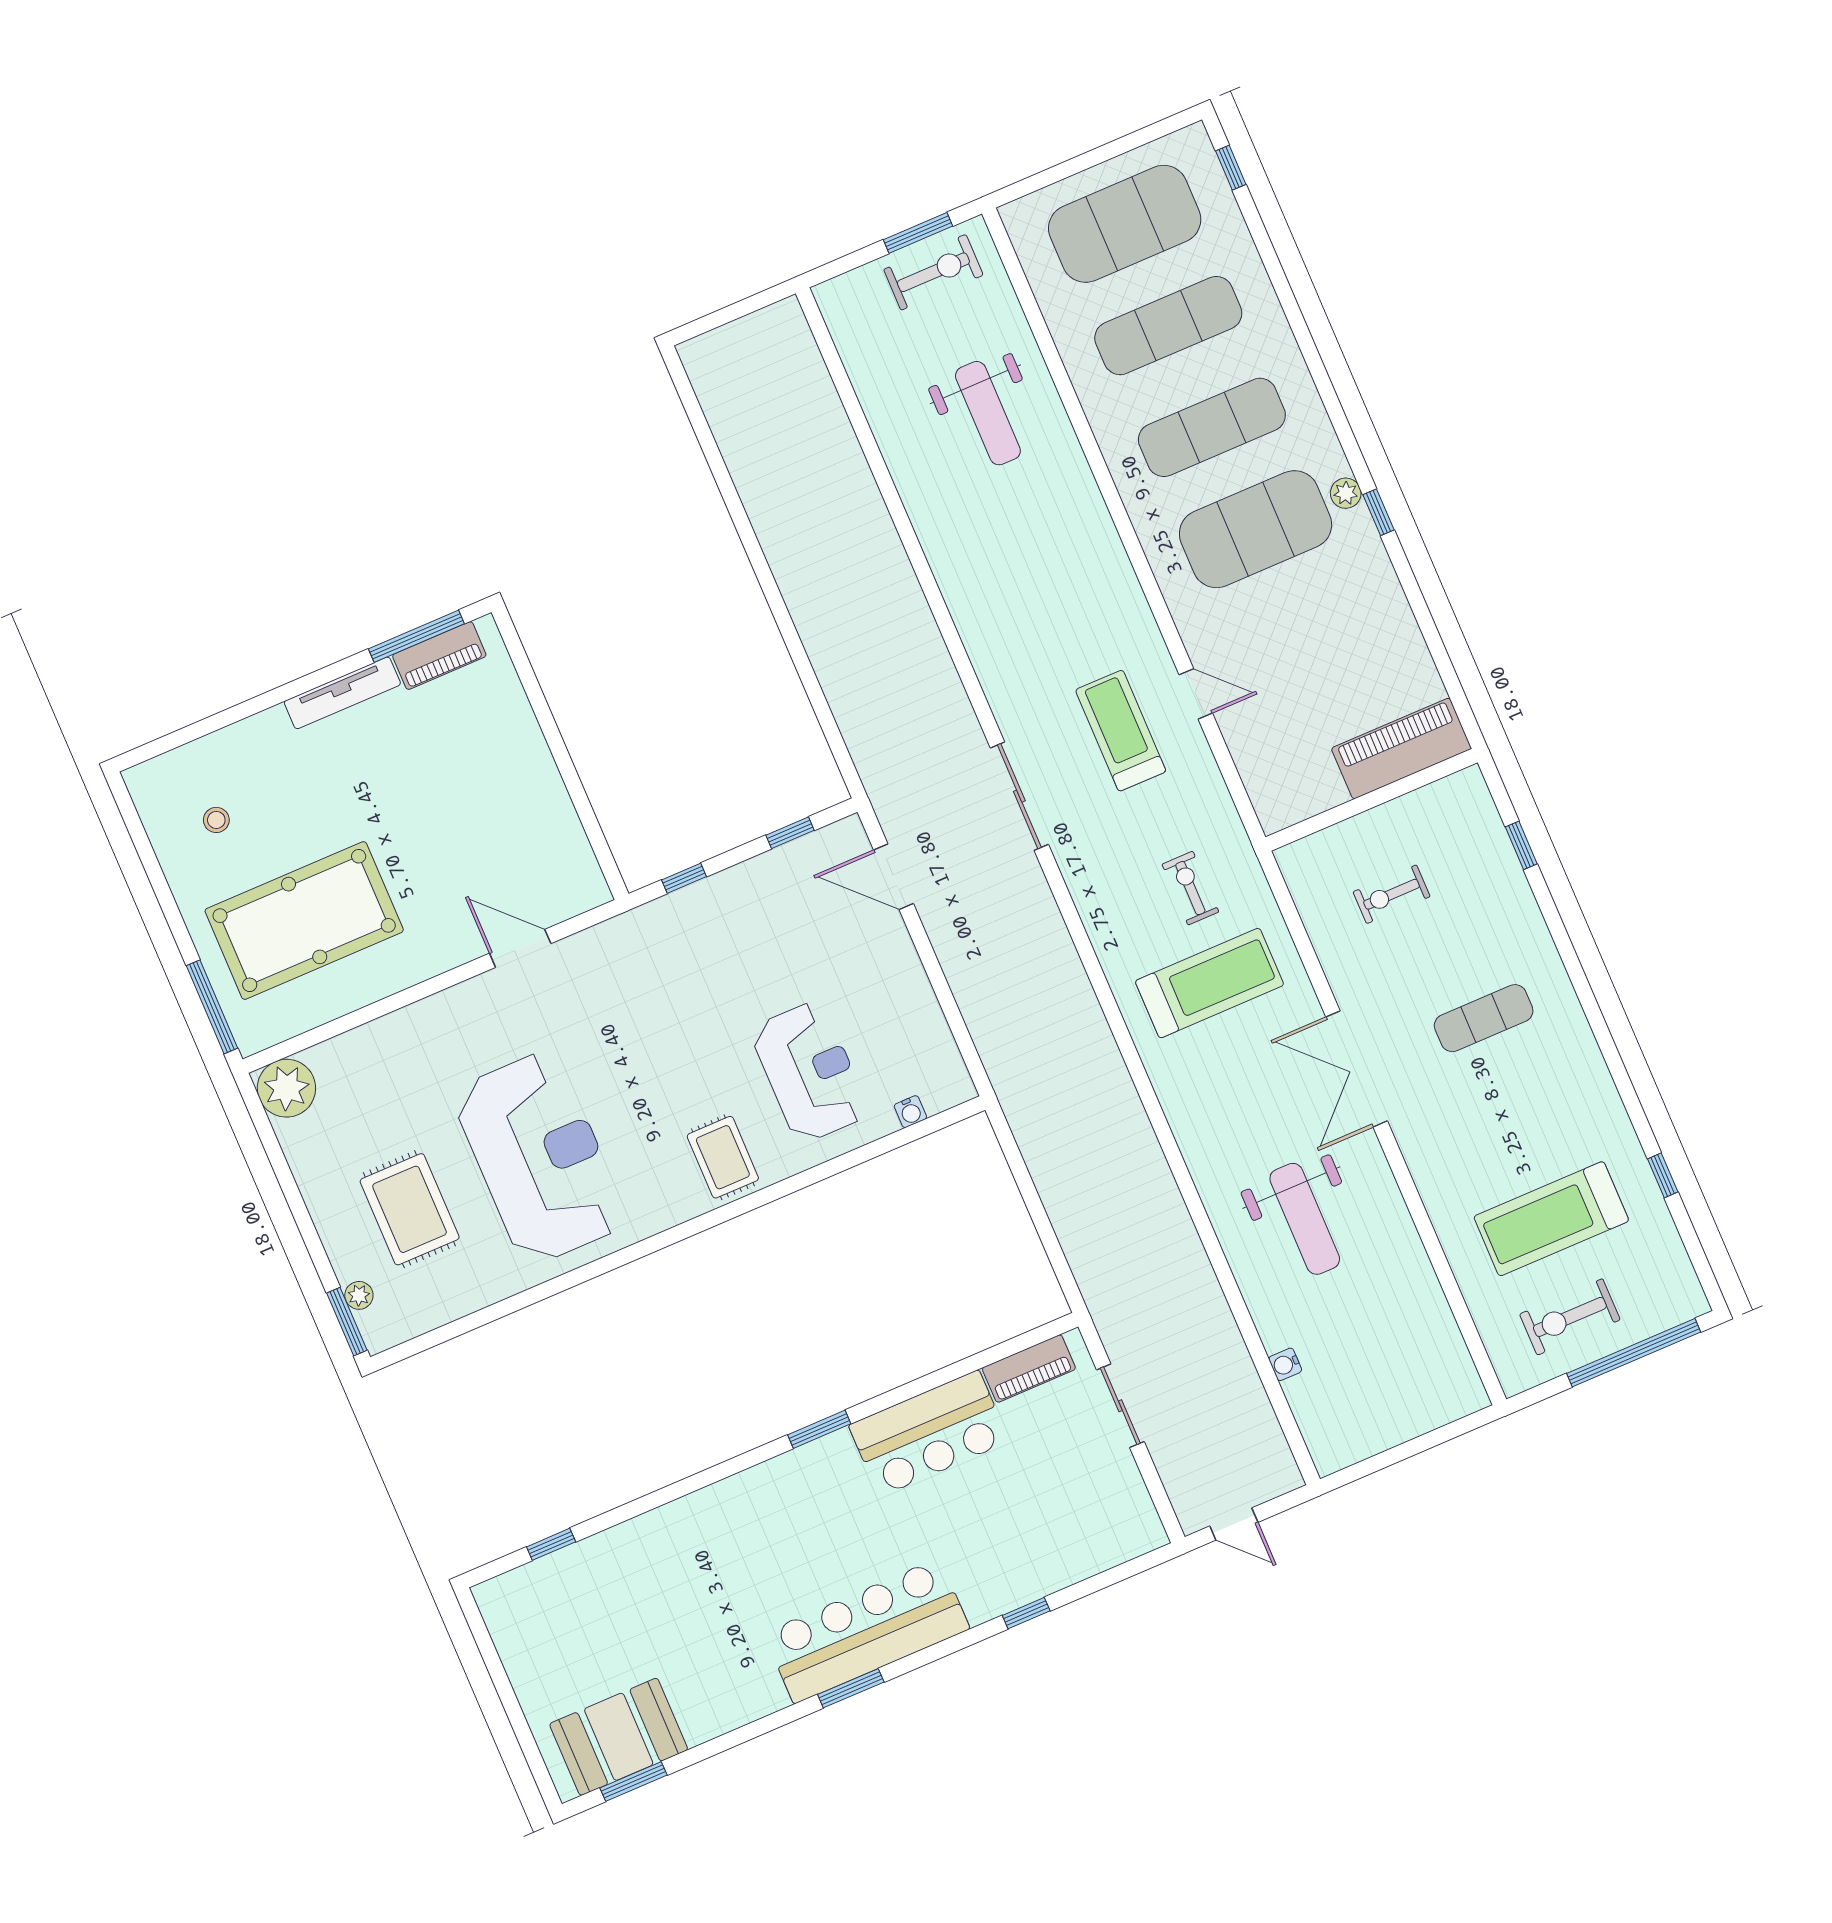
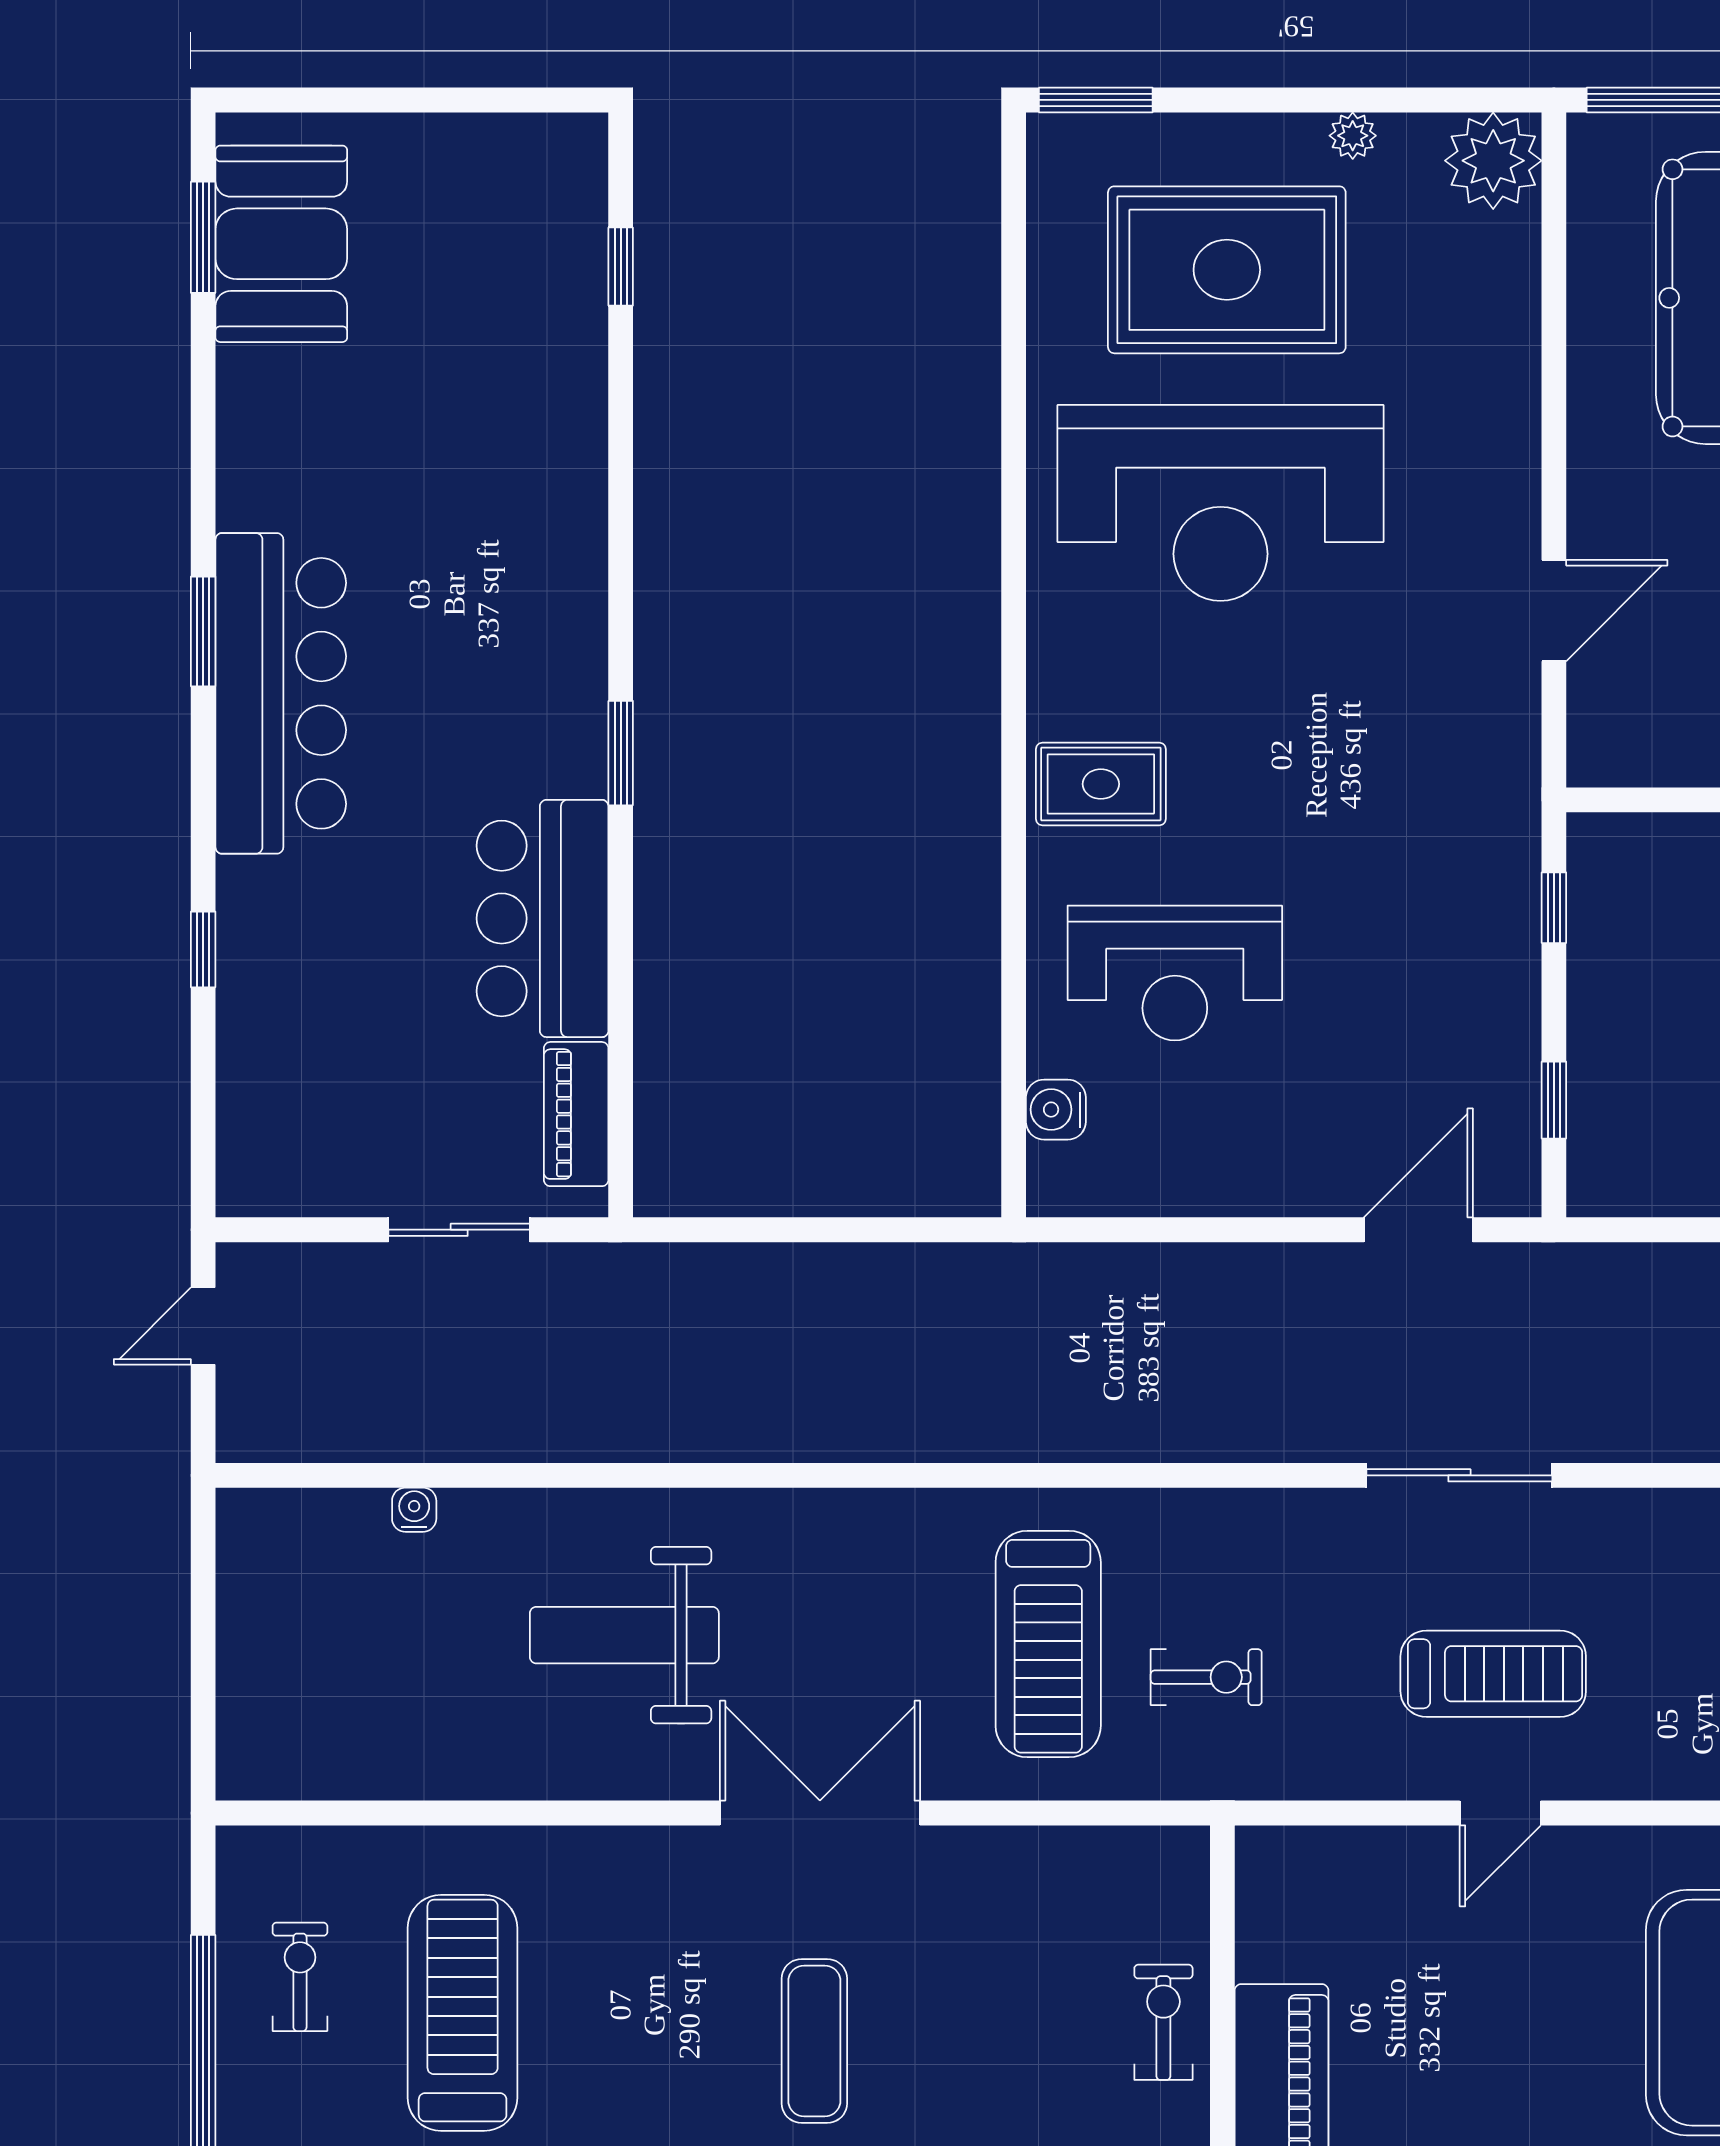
exercise bike: (1392, 894) -> (1163, 2022), moved
water cooler: (910, 1112) -> (1056, 1110), width x1.38, depth x1.38
rug: (410, 1209) -> (1227, 270), width x1.37, depth x1.44
plant: (359, 1295) -> (1353, 136), moved
exercise bike: (1570, 1317) -> (300, 1977), width x0.73, depth x0.72

